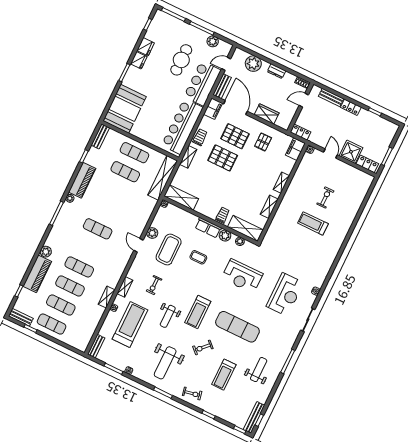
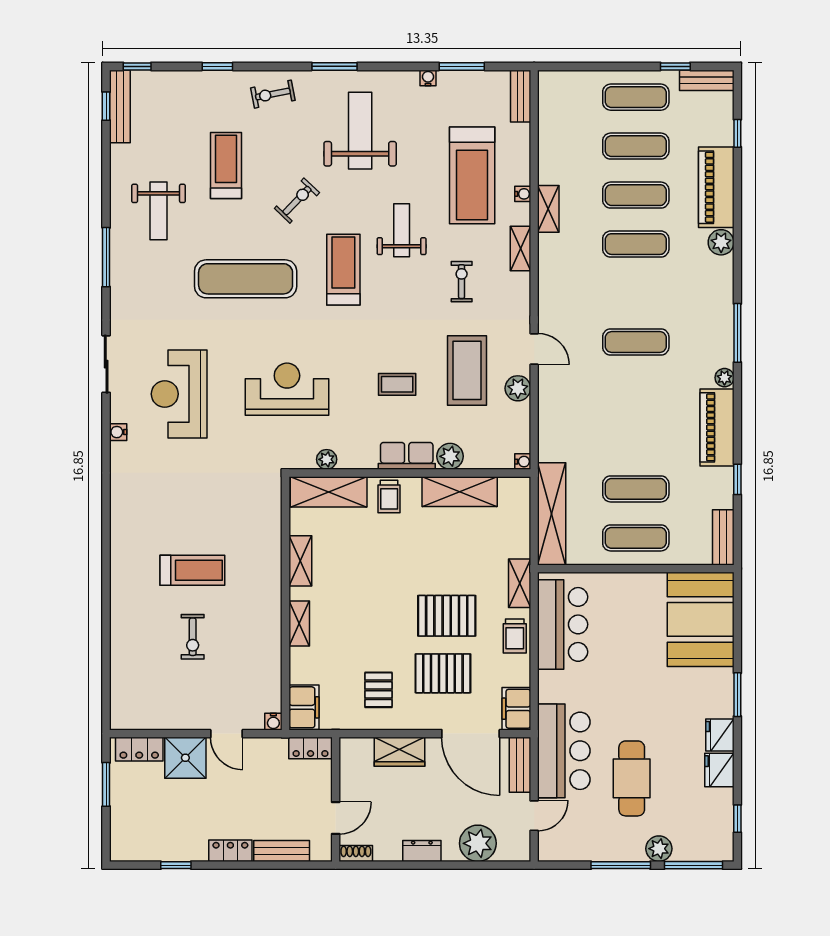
plant: (213, 41) -> (659, 849), moved
bar counter: (182, 126) -> (563, 624), width x0.73
shelving: (181, 198) -> (460, 492), moved
plant: (225, 236) -> (450, 456), moved

